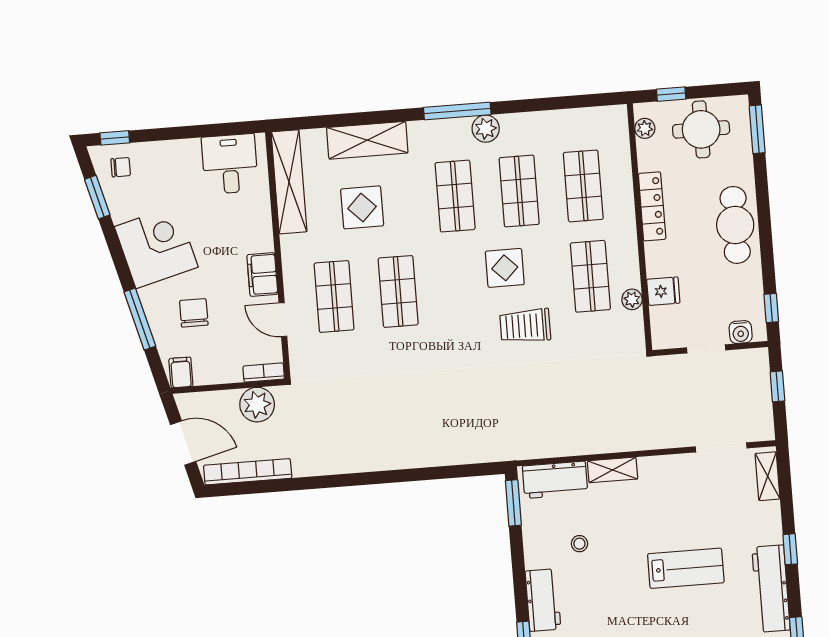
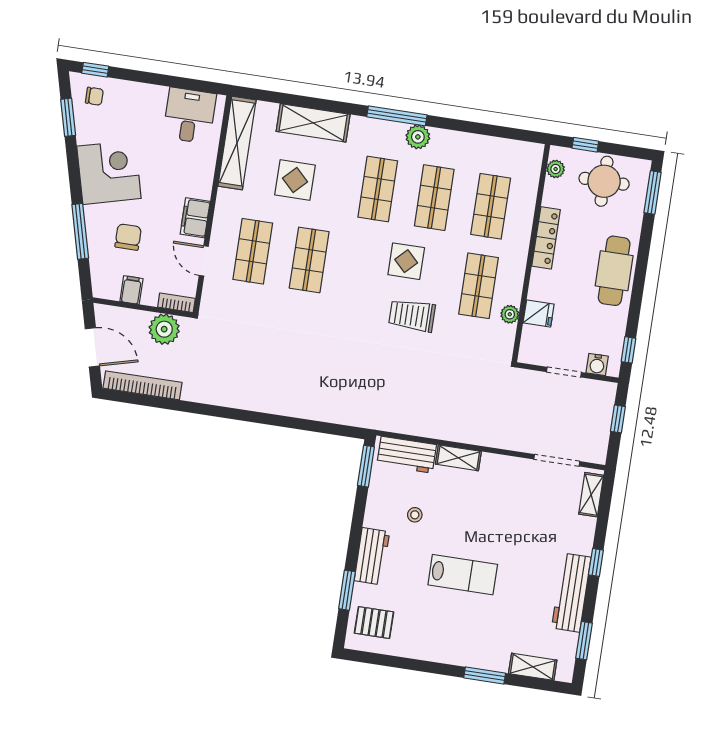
filing cabinet: (181, 372) -> (131, 290), moved
lab bench: (686, 568) -> (463, 575), moved

